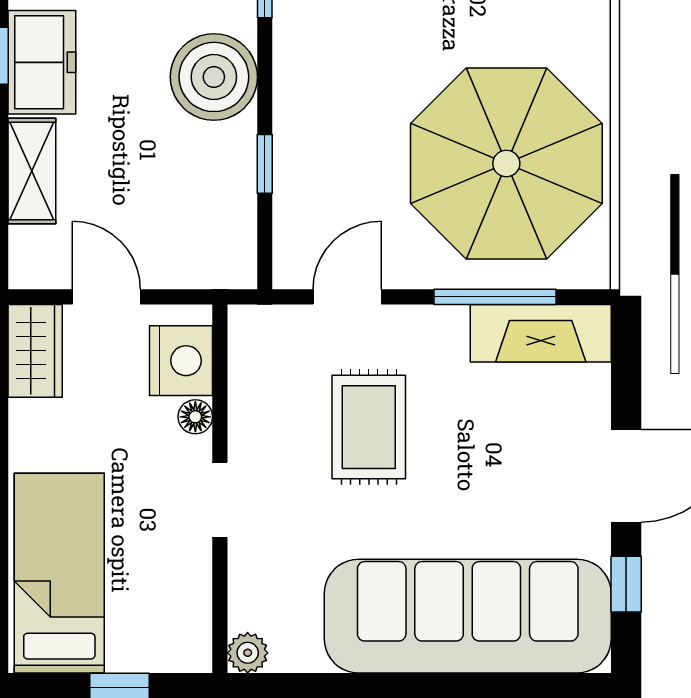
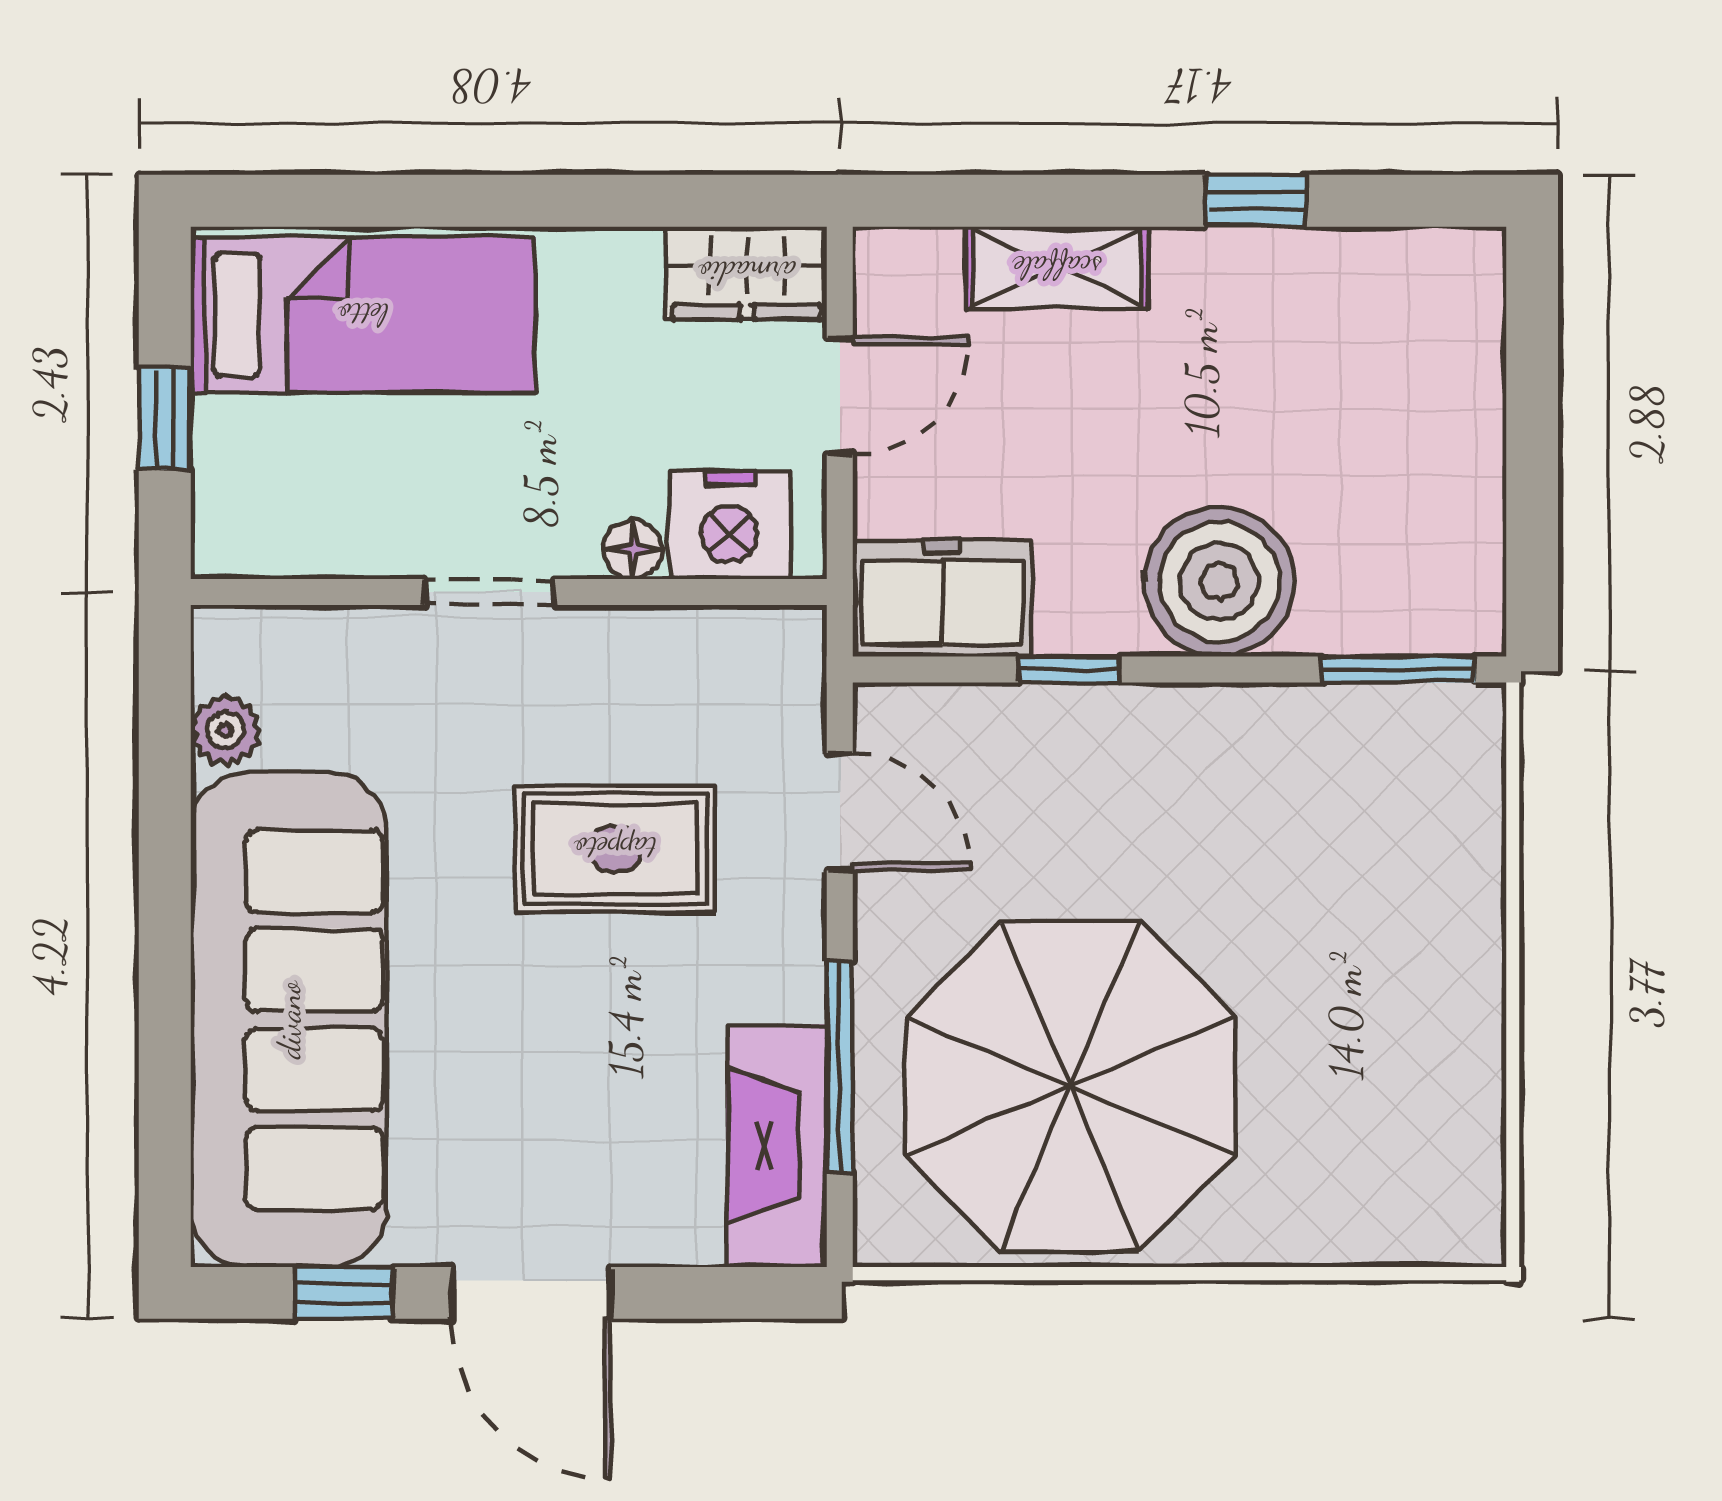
freezer: (42, 62) -> (942, 598), moved, turned 180
plant: (248, 653) -> (226, 730), moved

